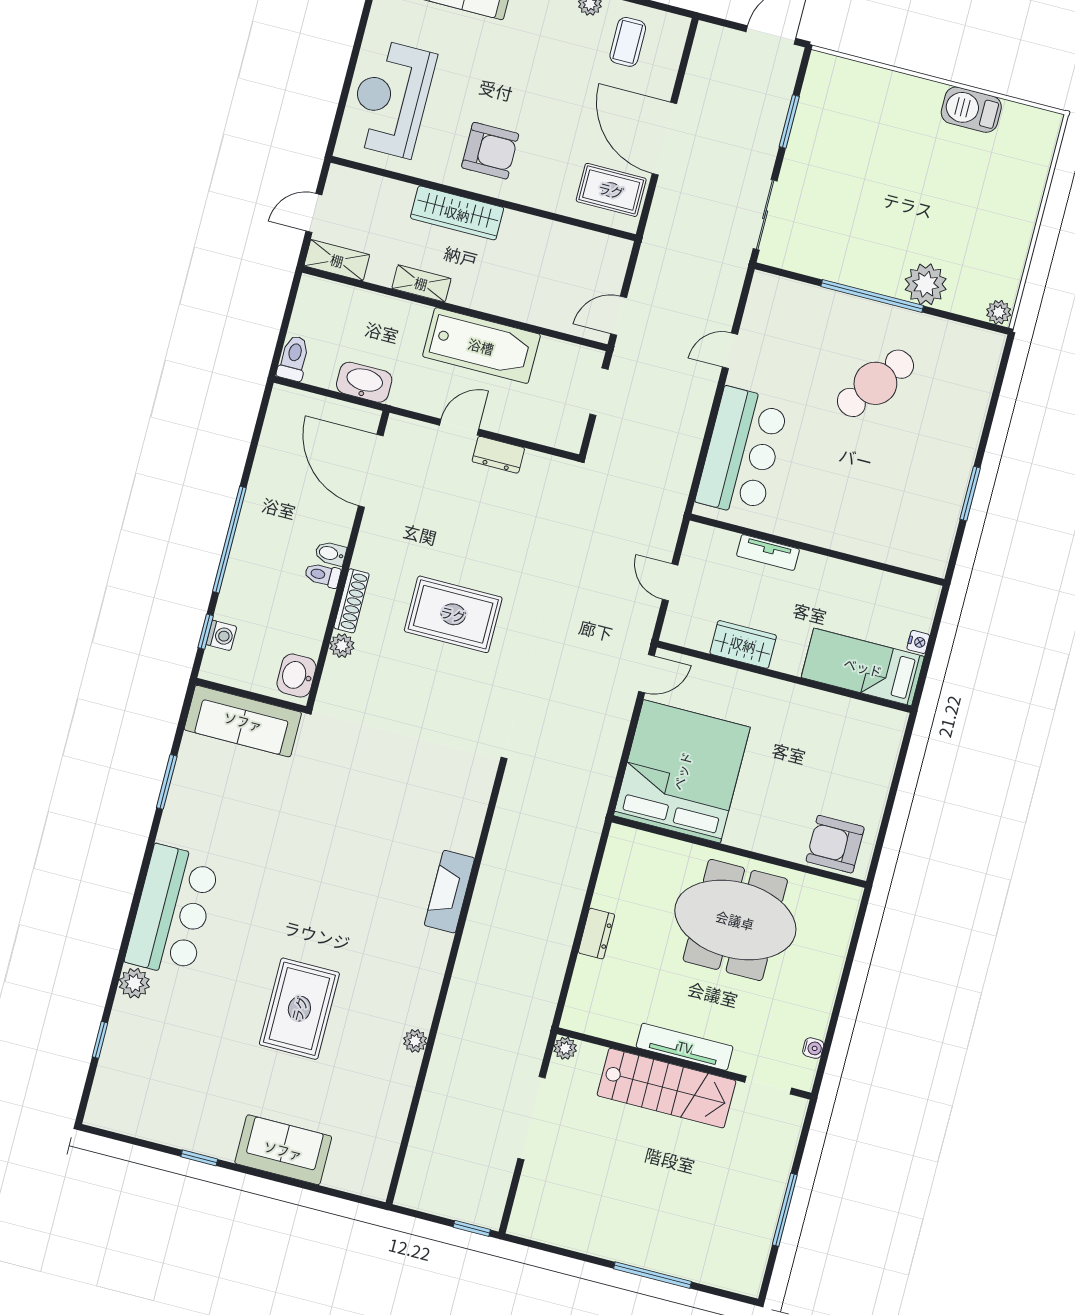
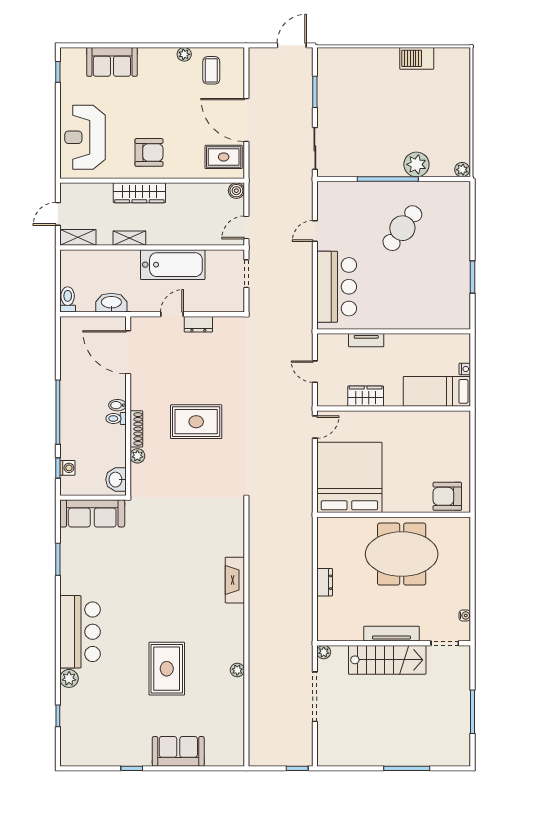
boiler: (618, 251) -> (236, 191), added

